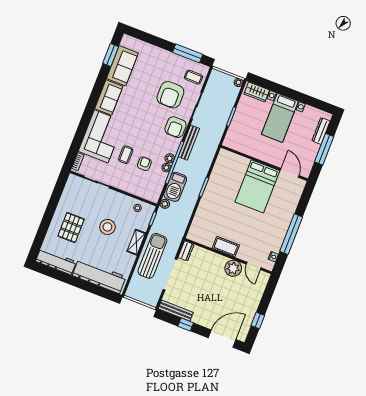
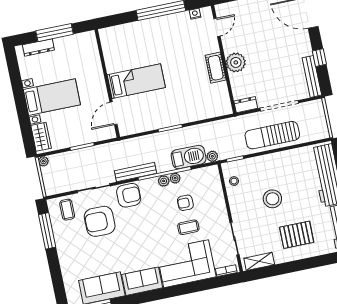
armchair: (170, 95) -> (100, 221), turned 180
door: (290, 173) -> (113, 113), moved
bed: (257, 186) -> (136, 81), width x0.67
shelving: (136, 242) -> (259, 261), moved
plant: (233, 268) -> (236, 62), moved

